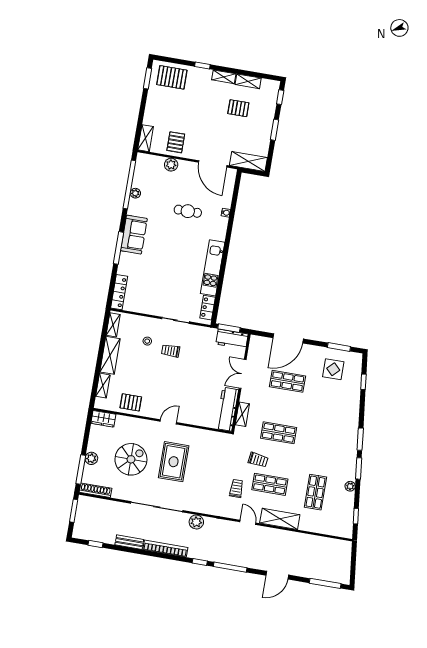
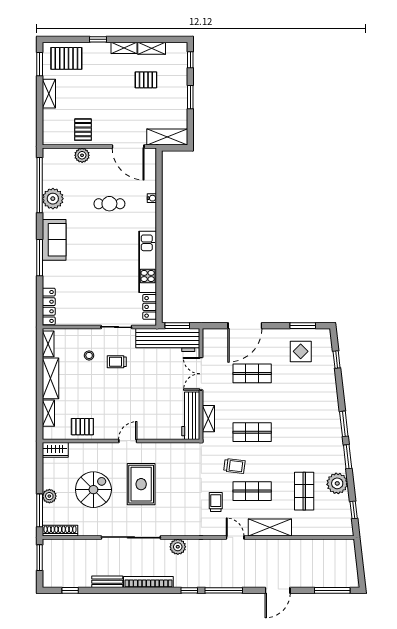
shelving: (146, 138) -> (49, 94), moved
plant: (135, 193) -> (53, 199), width x1.88, depth x1.88
workbench: (232, 339) -> (168, 340), width x1.88, depth x1.32
plant: (350, 486) -> (337, 483), width x1.87, depth x1.87

